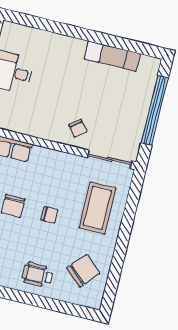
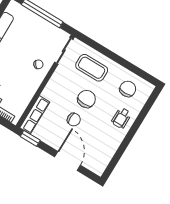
chair: (49, 215) -> (87, 99), width x1.87, depth x1.87
chair: (83, 271) -> (128, 89), turned 48

